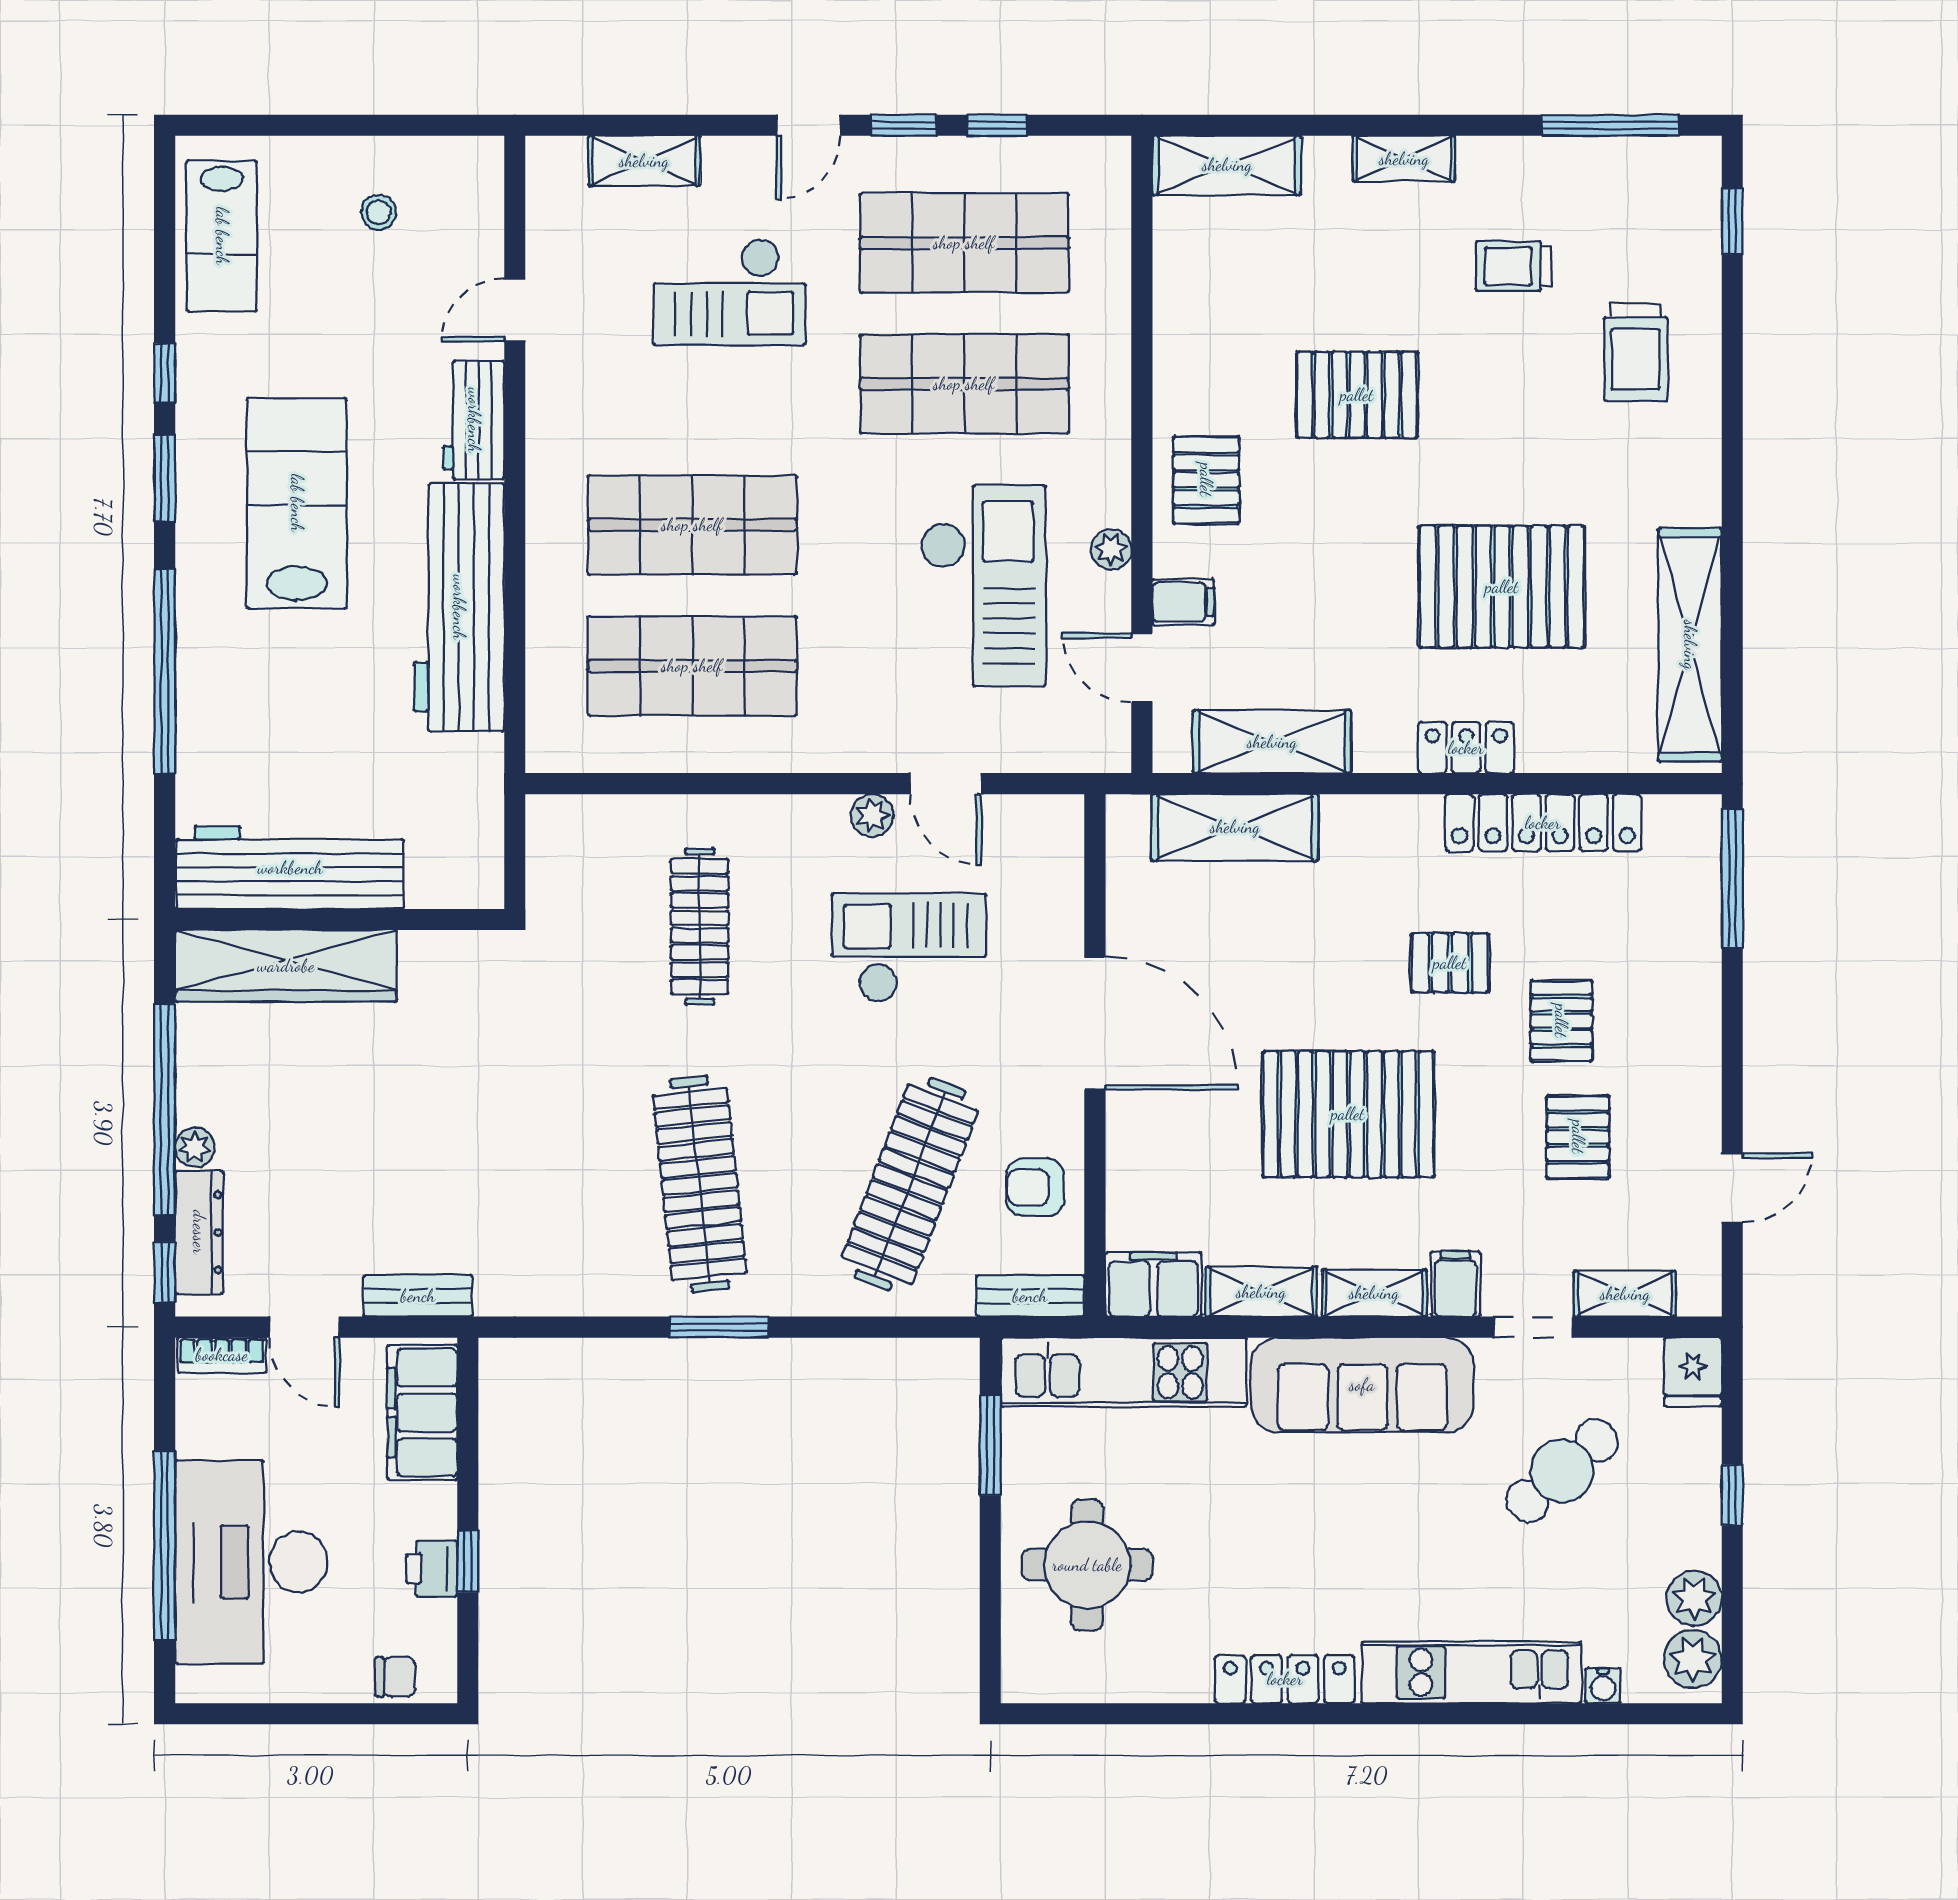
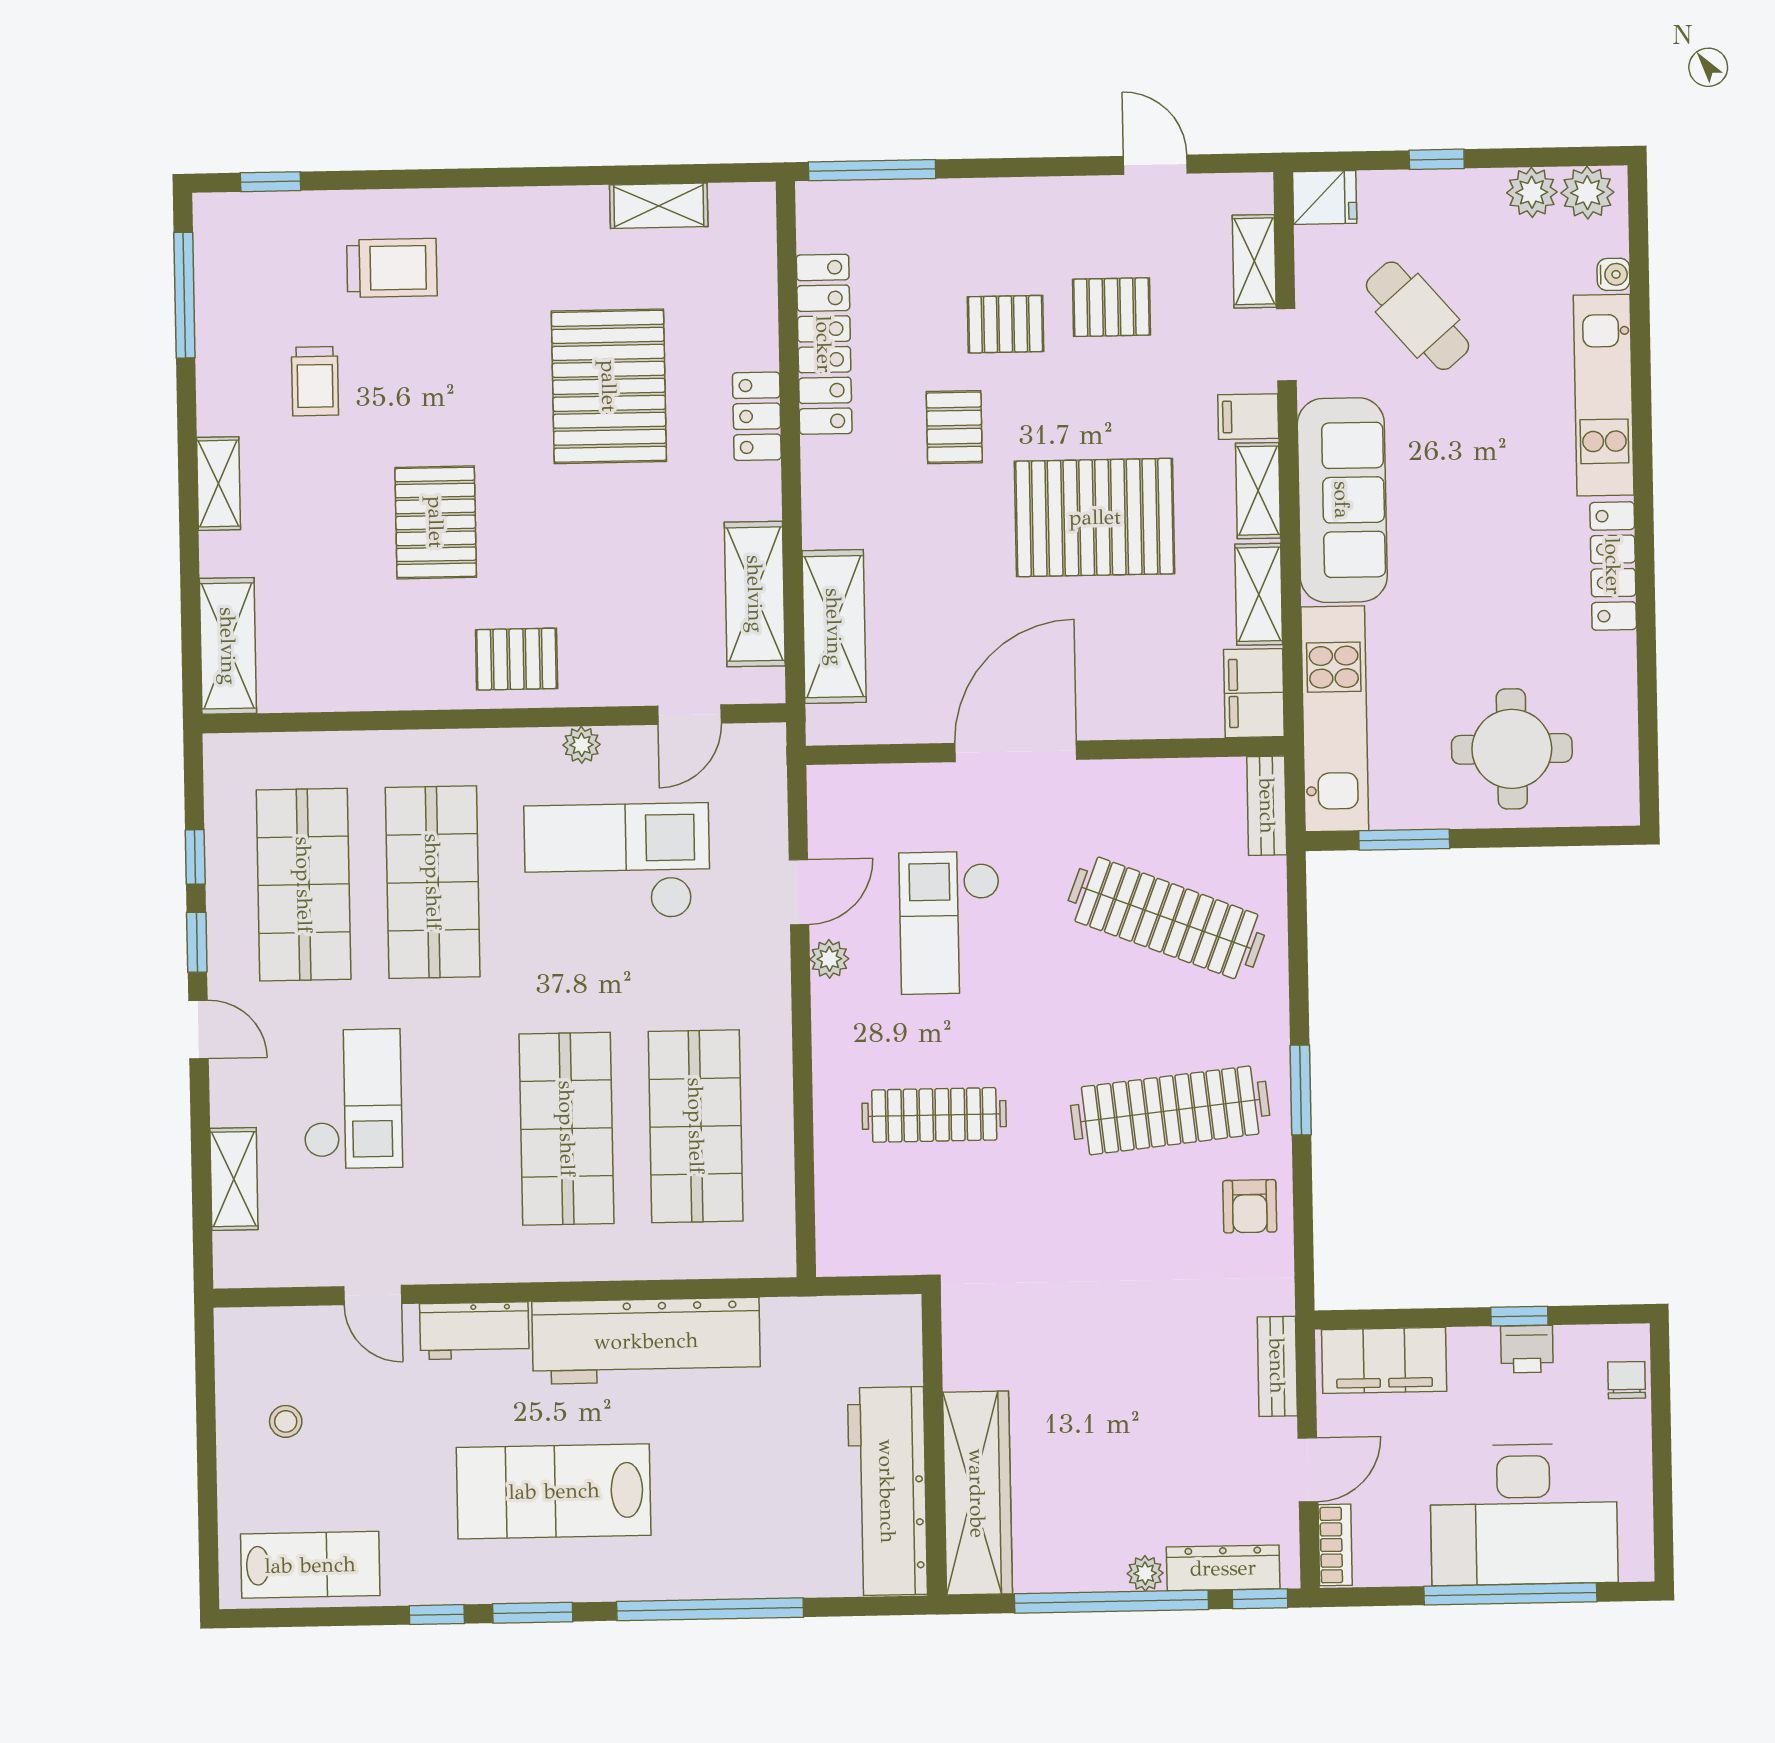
filing cabinet: (1183, 602) -> (628, 678), removed
shelving: (1690, 645) -> (659, 206), width x0.45, depth x0.75
pallet: (1348, 1114) -> (1095, 517), turned 90
armchair: (1035, 1187) -> (1250, 1206), moved

